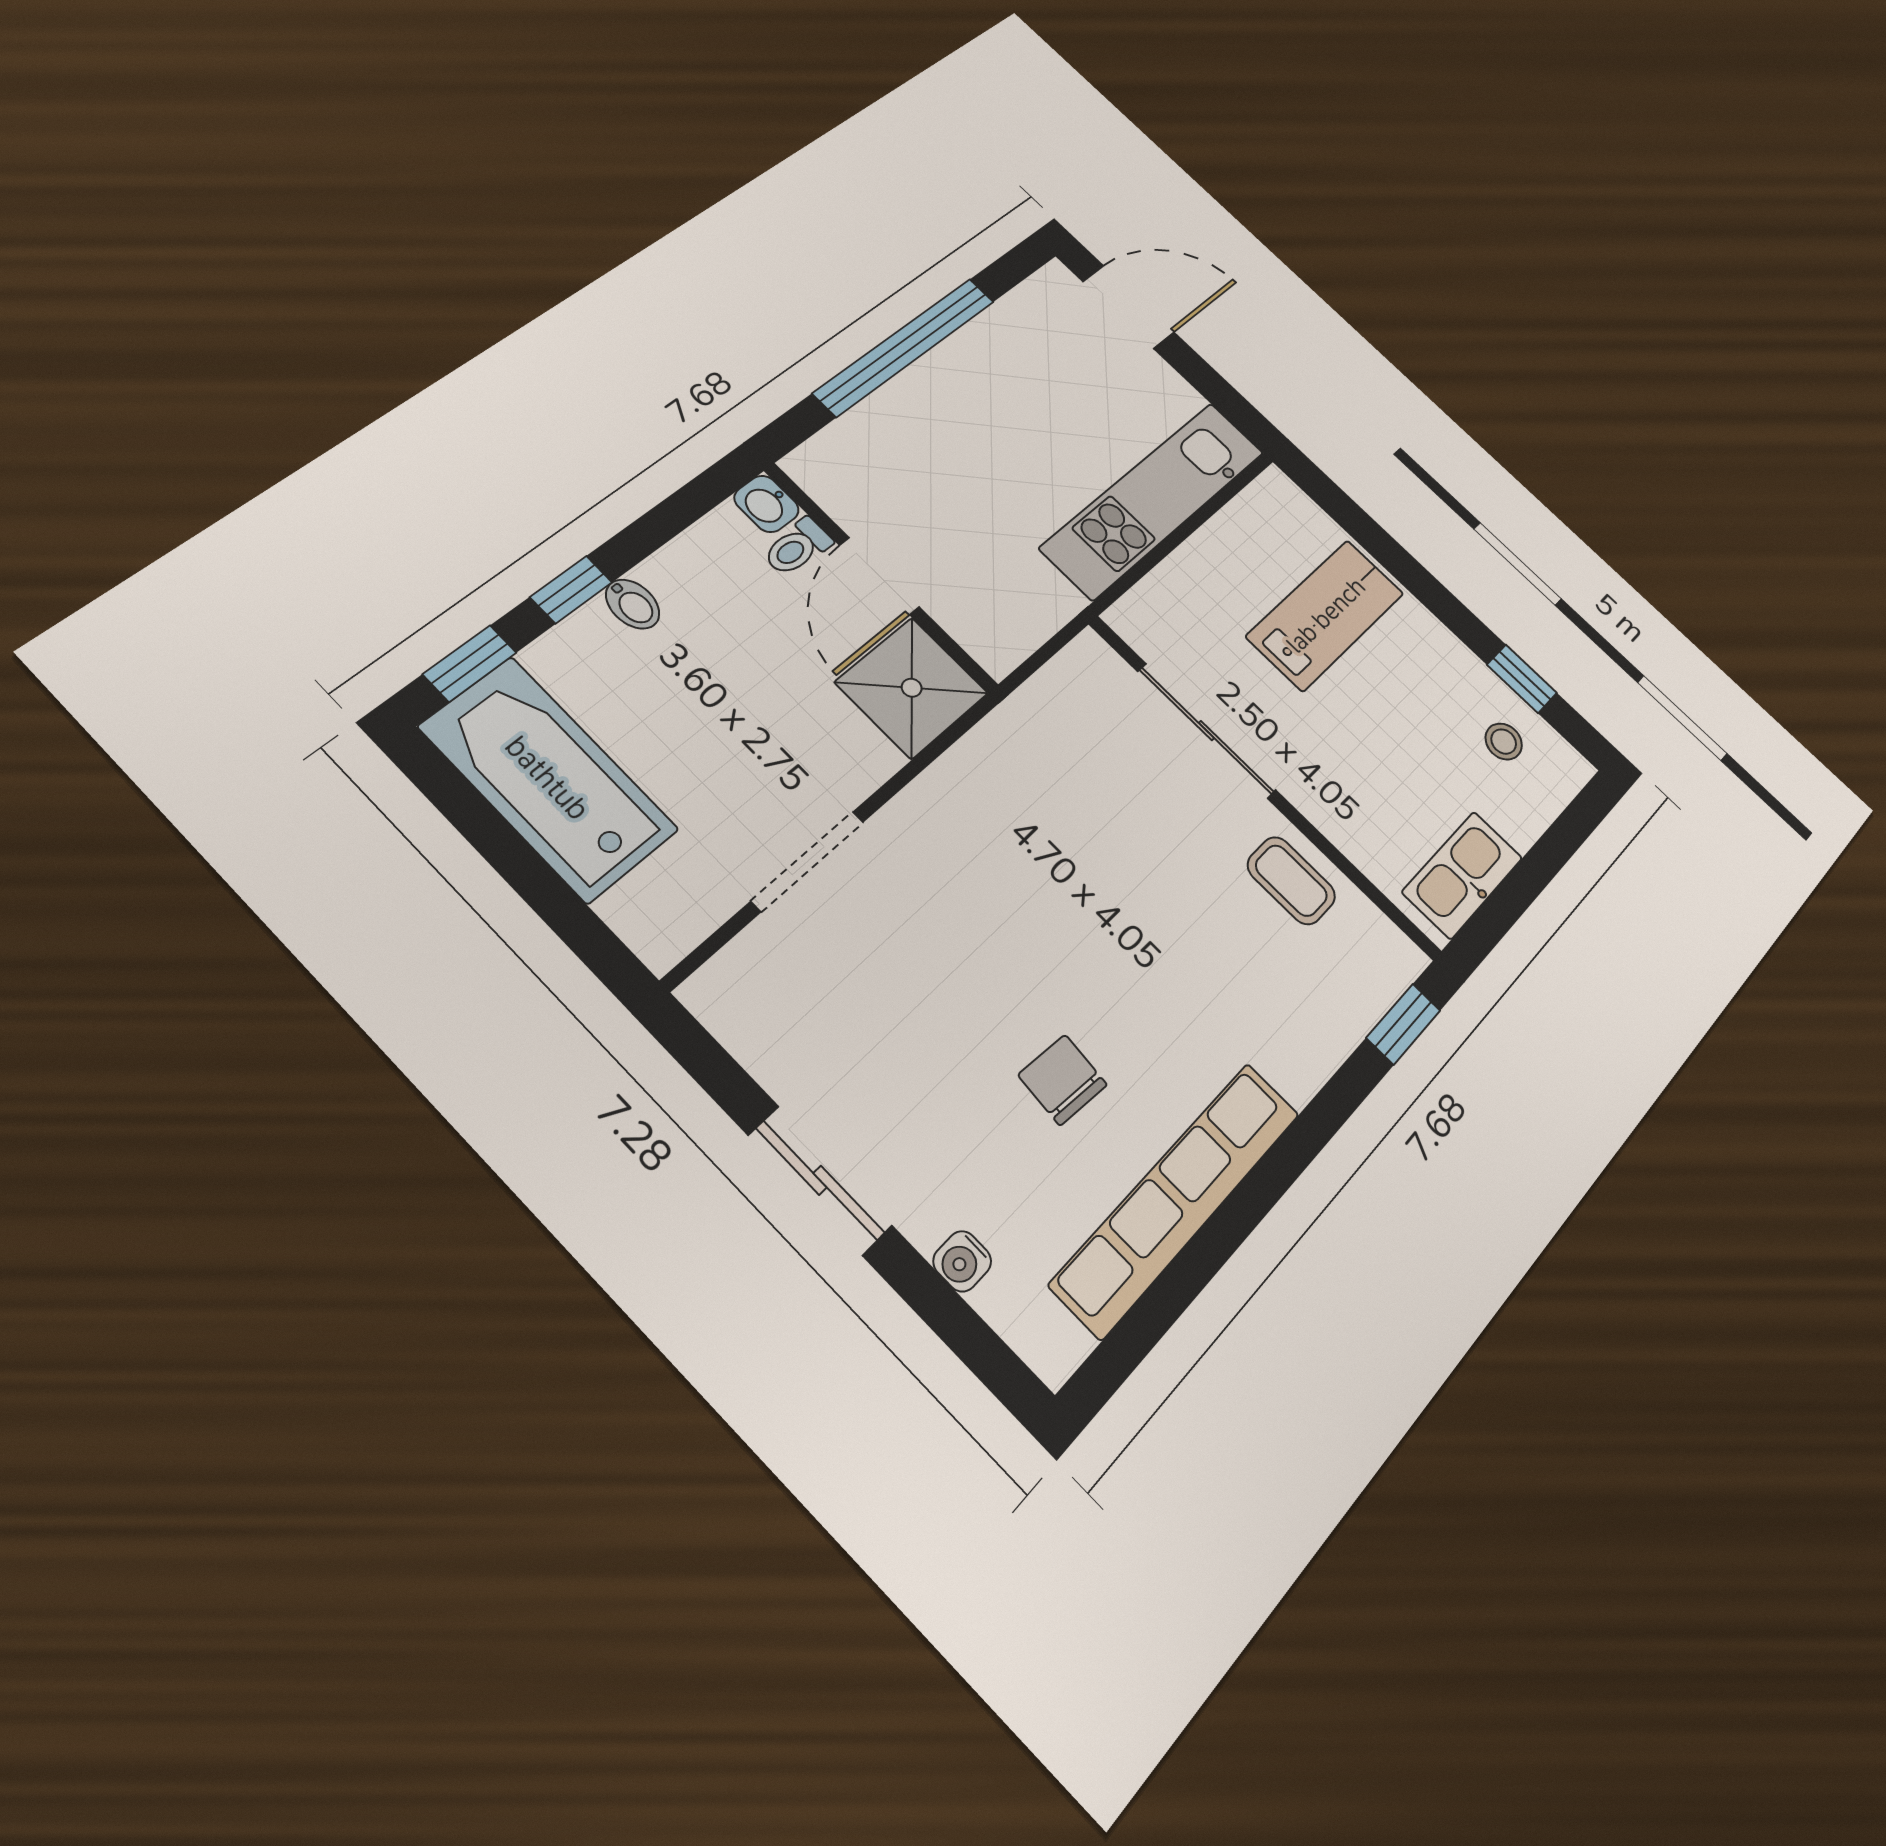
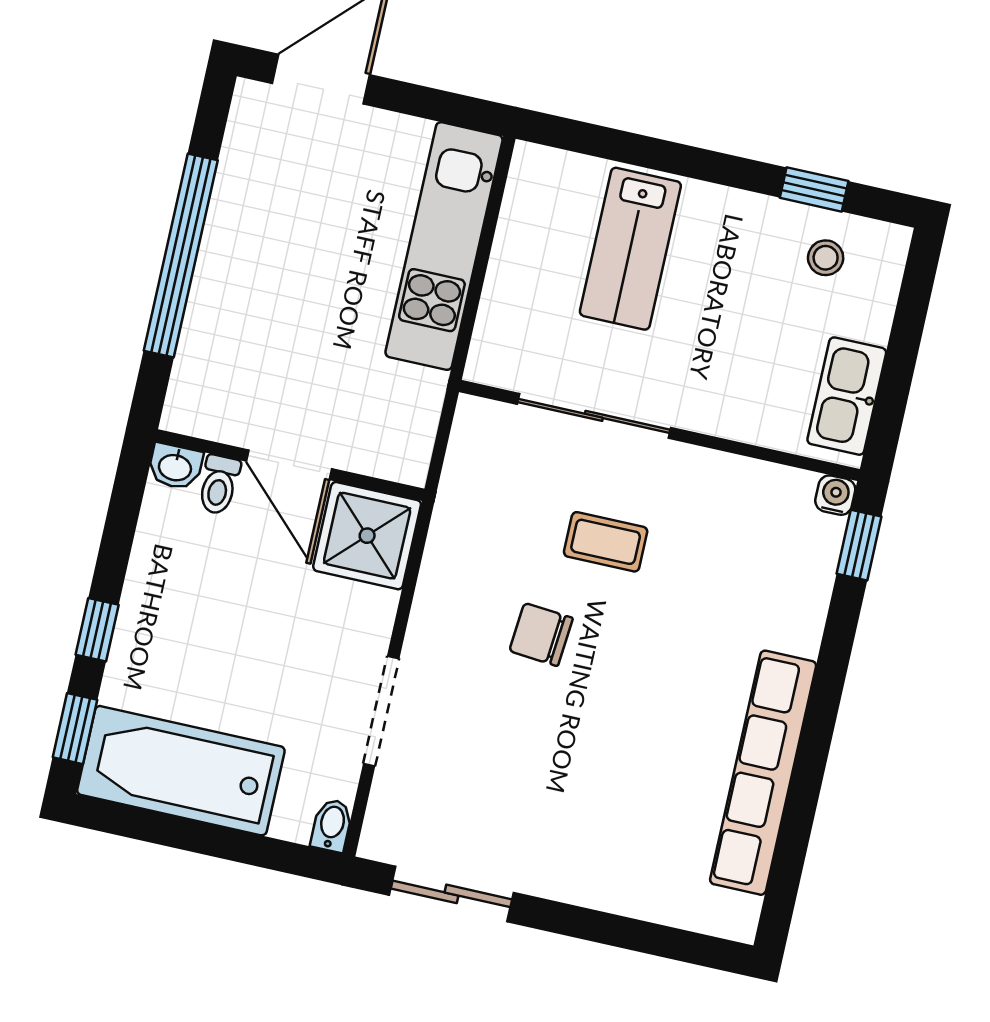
bidet: (633, 604) -> (332, 825), moved, turned -90
lab bench: (1326, 615) -> (630, 249), turned 180
coffee table: (1291, 881) -> (606, 542), moved
chair: (1063, 1080) -> (541, 635), moved
sliding door: (820, 1180) -> (451, 894), moved
water cooler: (962, 1261) -> (835, 495), moved, turned 180

